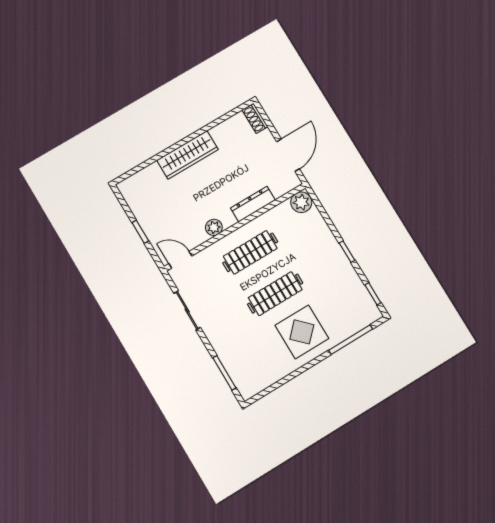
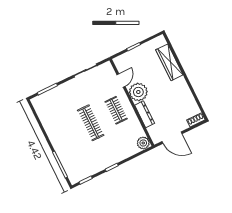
wardrobe: (187, 155) -> (169, 62), moved
plant: (214, 227) -> (138, 92), width x1.88, depth x1.88
clothes rail: (250, 252) -> (116, 110), width x0.73
door: (180, 260) -> (121, 81), moved
display table: (302, 332) -> (67, 136), removed

